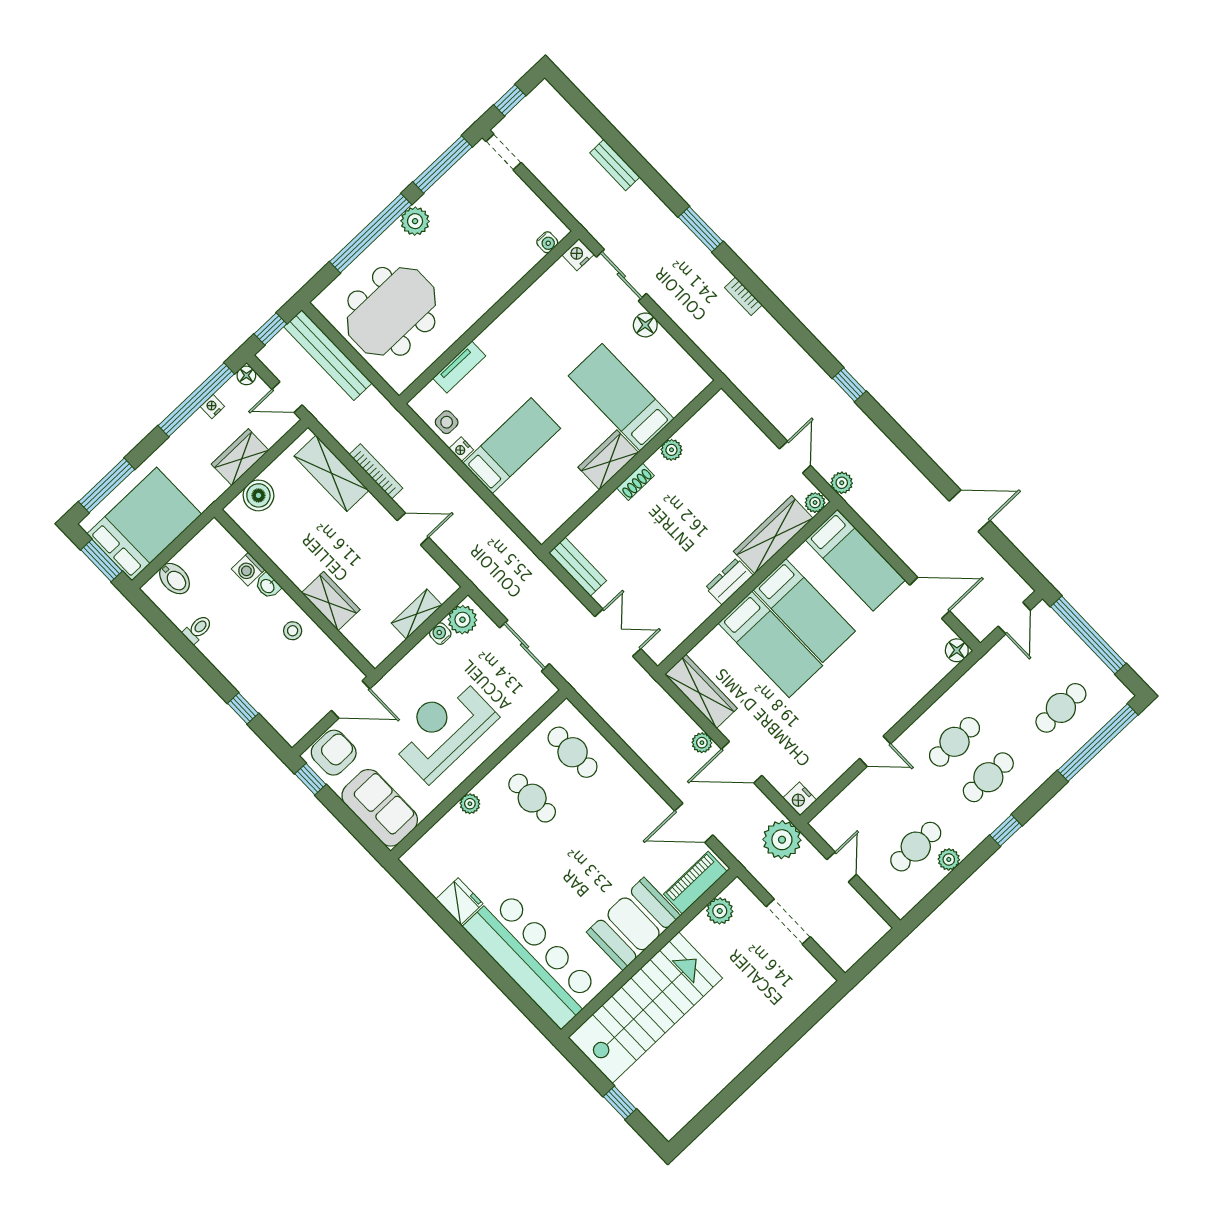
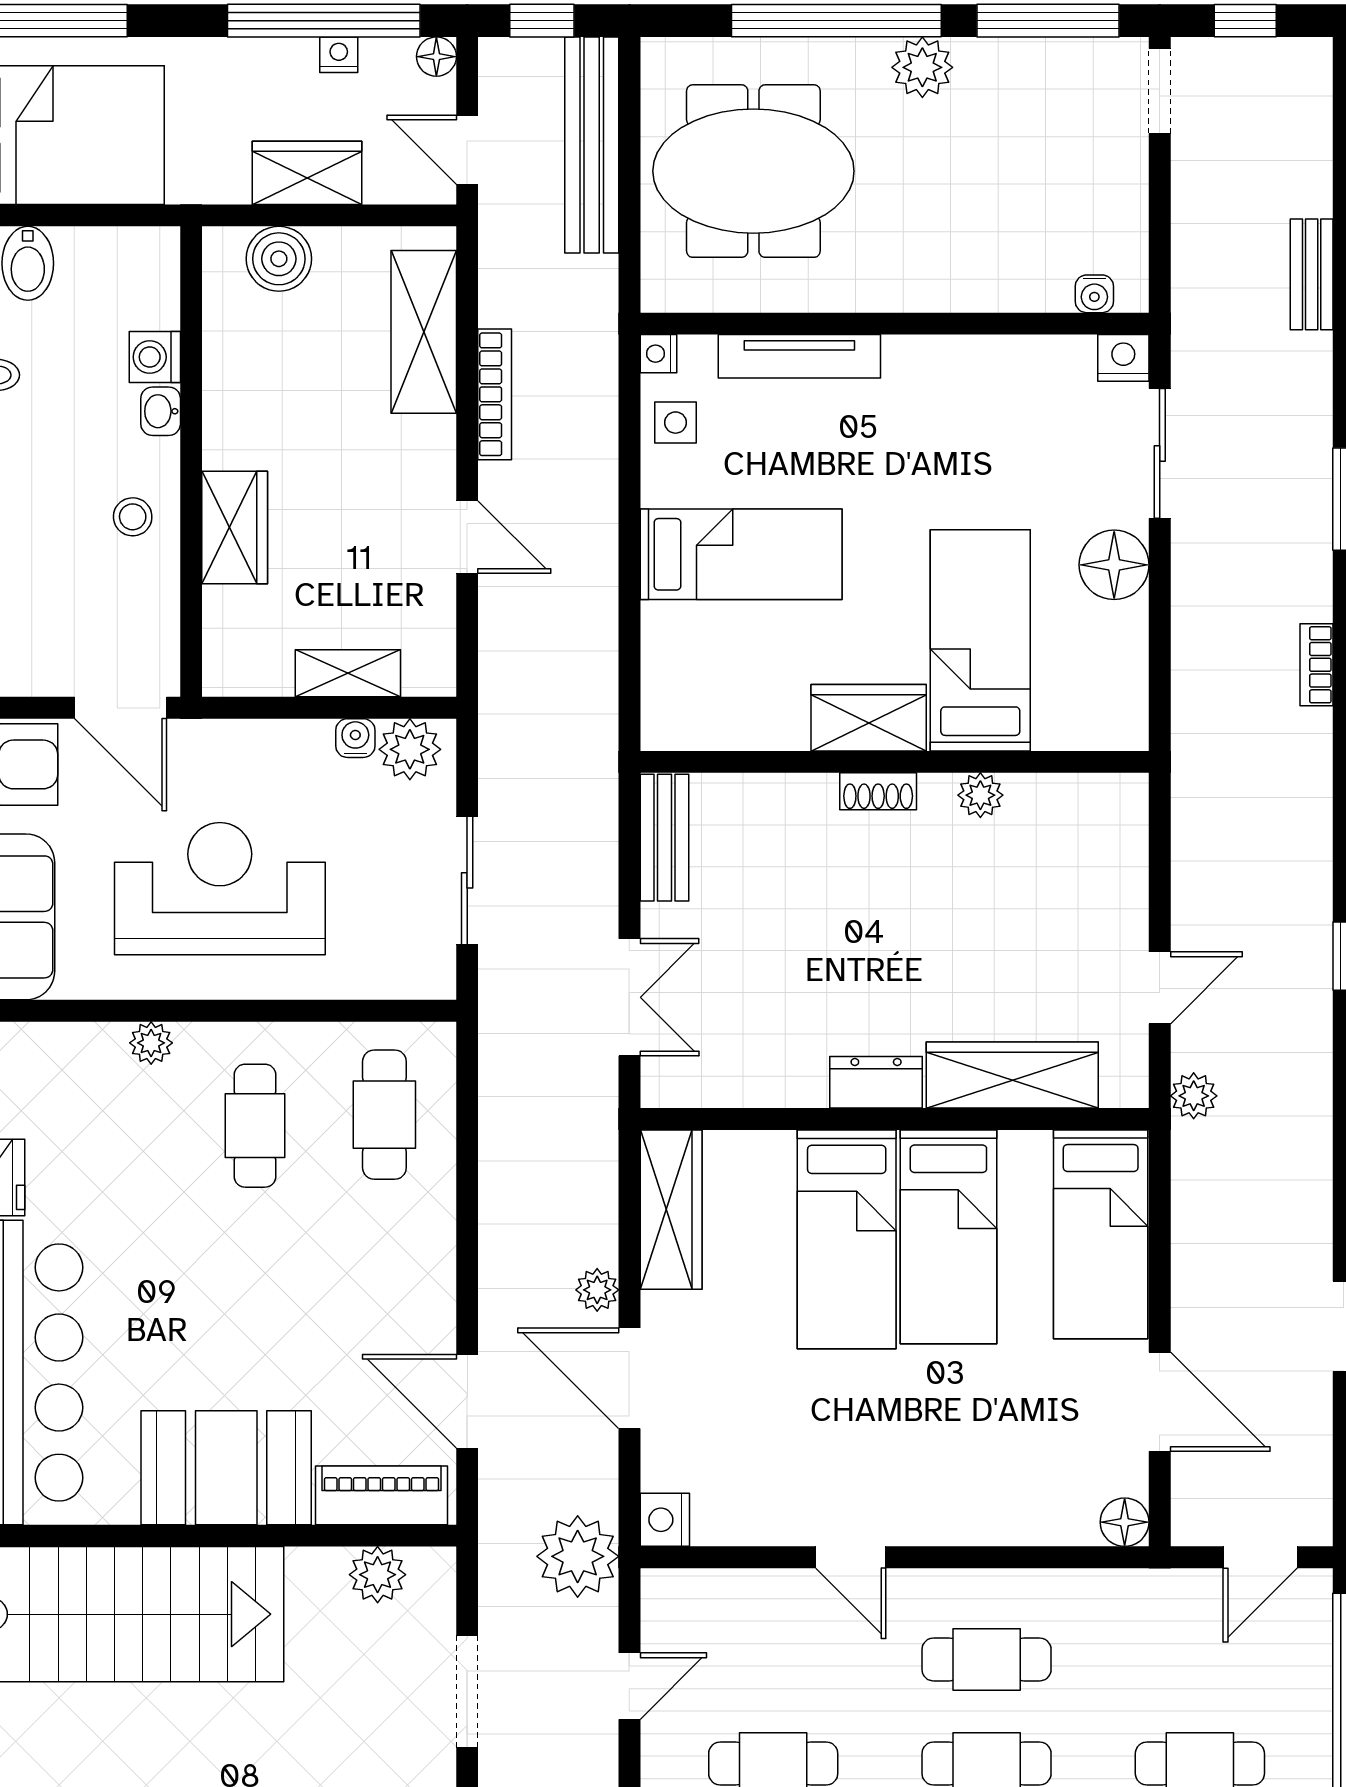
floor lamp: (645, 325) -> (1114, 565), width x1.38, depth x1.38
tv unit: (459, 367) -> (799, 356), width x1.41
nightstand: (461, 449) -> (658, 354), moved
plant: (815, 503) -> (1124, 1087), removed

